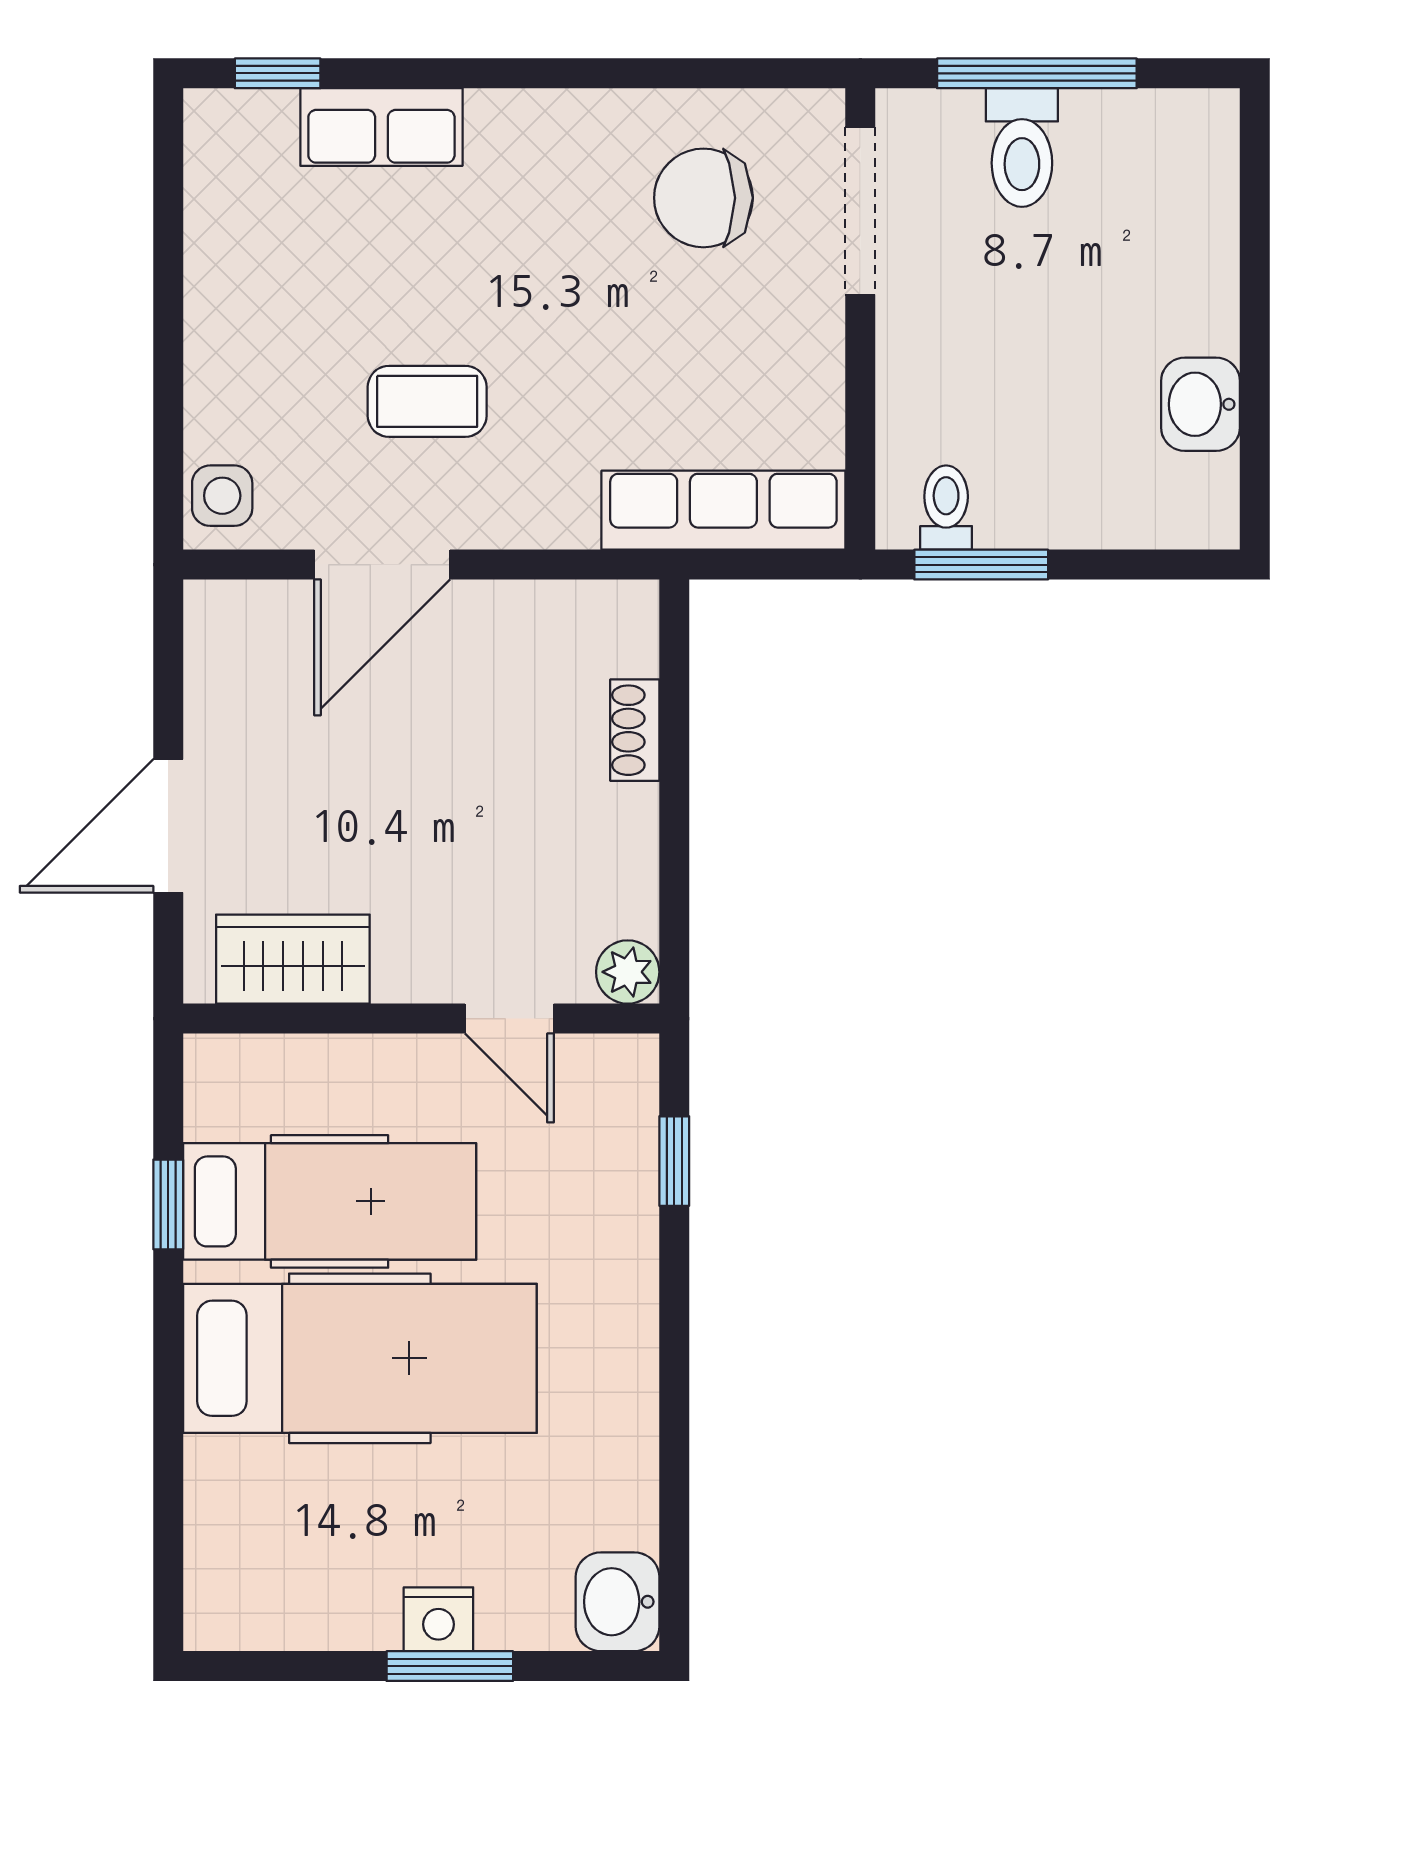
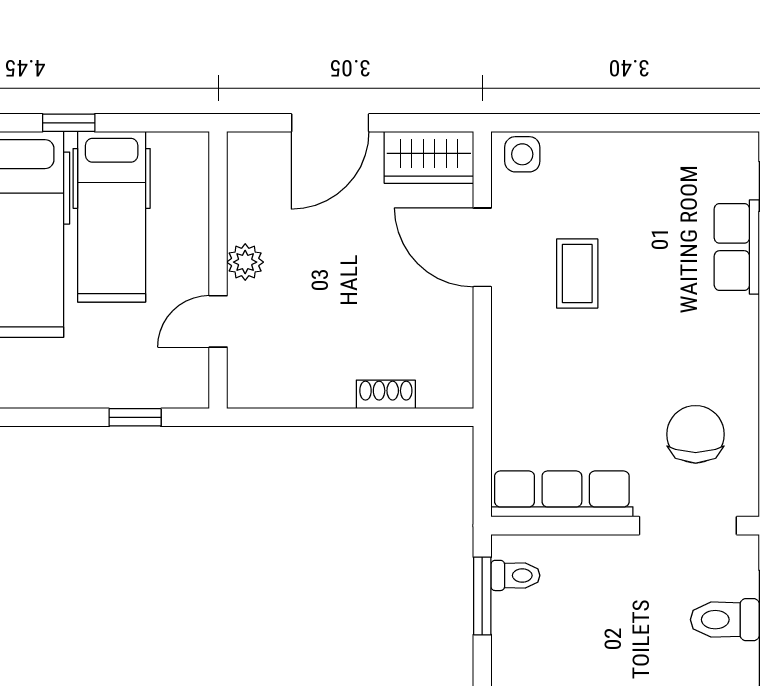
row of seats: (723, 510) -> (562, 494), moved, turned -90
door: (168, 826) -> (330, 123), swing flipped
wardrobe: (293, 959) -> (429, 157), moved, turned 90
plant: (628, 972) -> (245, 262), moved
window: (168, 1204) -> (69, 123), moved

